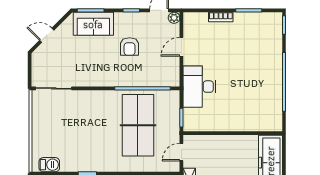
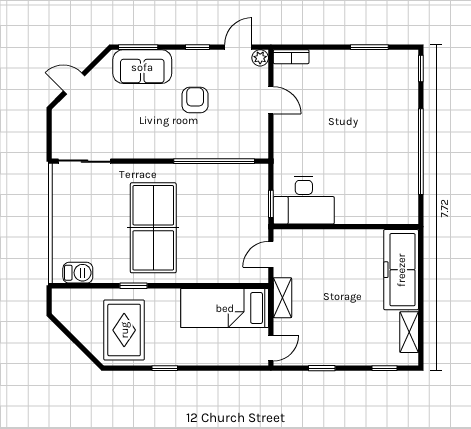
bookcase: (221, 17) -> (291, 57), moved
armchair: (130, 47) -> (195, 100), turned 180
door: (181, 47) -> (271, 100), swing flipped
desk: (199, 87) -> (304, 200), moved, turned -90
table tennis table: (138, 125) -> (153, 228), moved

